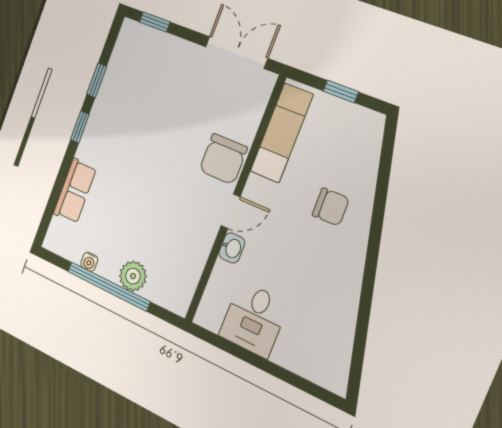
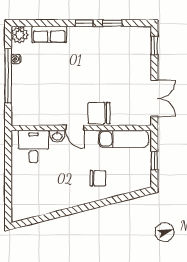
chair: (331, 207) -> (98, 178), turned -89
plant: (133, 276) -> (20, 35), moved
desk: (254, 319) -> (33, 146), moved, turned 90

